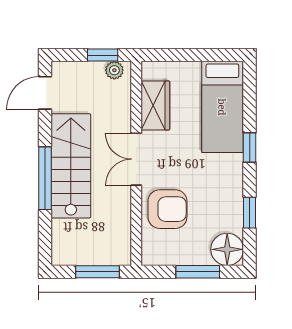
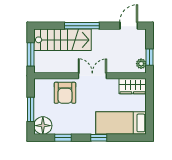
door: (45, 93) -> (129, 26), hinge flipped
wardrobe: (155, 106) -> (133, 86), moved
stairs: (71, 166) -> (63, 40), moved

